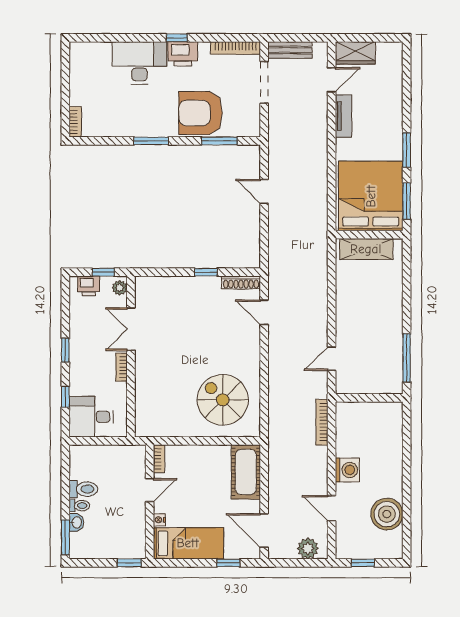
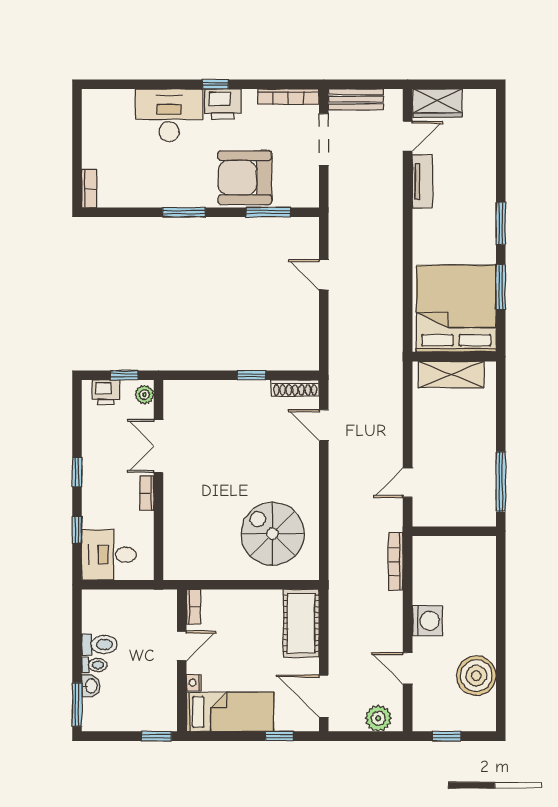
bed: (371, 196) -> (456, 309), moved
wall: (369, 235) -> (454, 357), moved
shelving: (366, 249) -> (451, 374), moved

